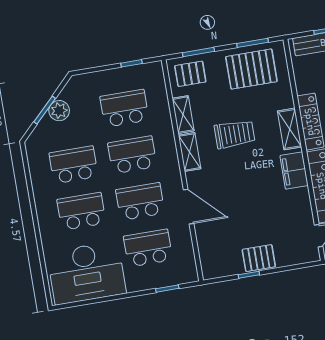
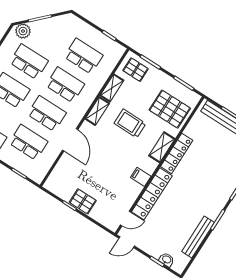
pallet: (251, 69) -> (170, 109), moved
plant: (59, 111) -> (23, 31), moved
trolley: (235, 134) -> (130, 123), turned 180
filing cabinet: (294, 171) -> (141, 177), width x0.50

